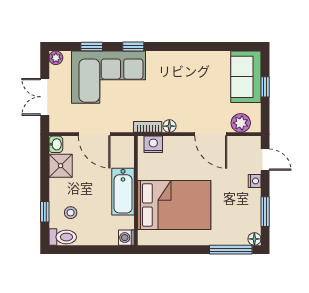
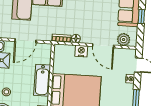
door: (94, 134) -> (25, 41), hinge flipped
nightstand: (153, 144) -> (81, 51), moved

